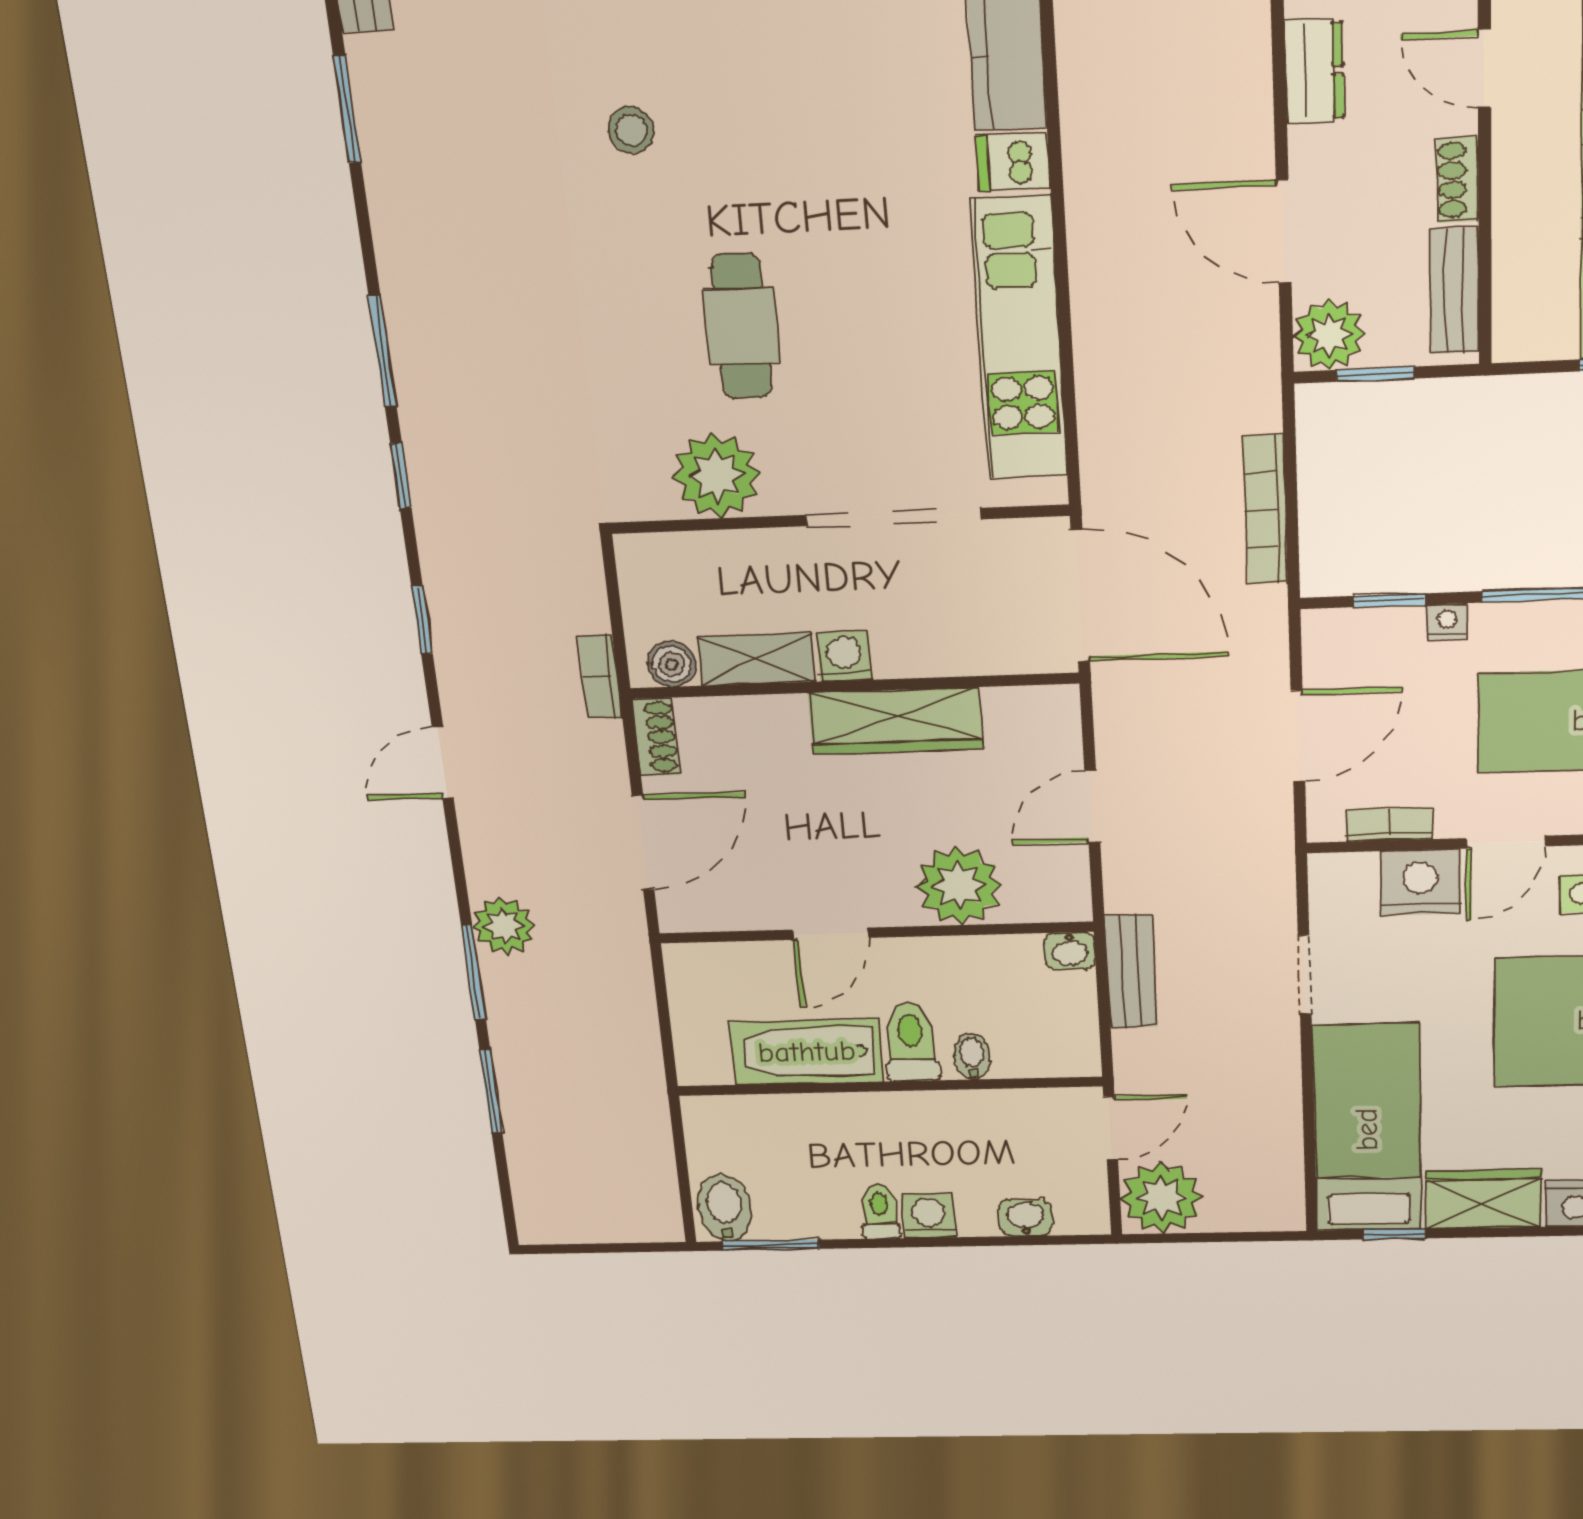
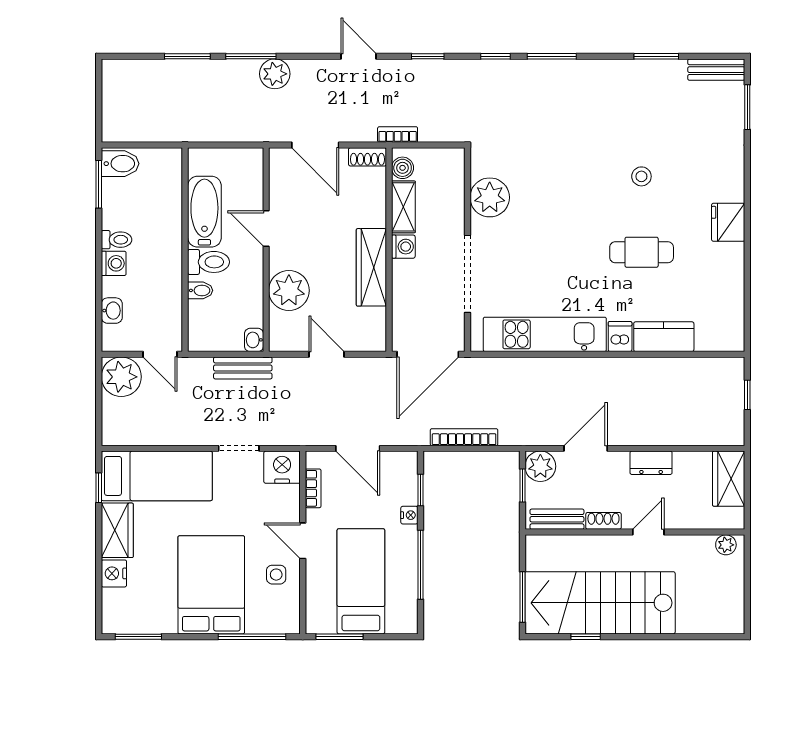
cafe table: (742, 326) -> (642, 252), moved
nightstand: (1421, 882) -> (282, 467), moved, turned -90

